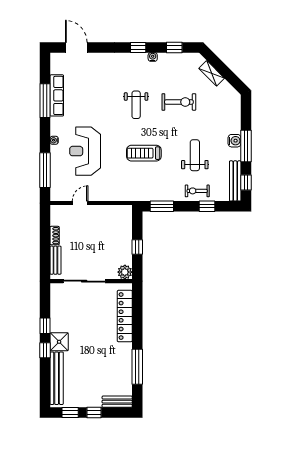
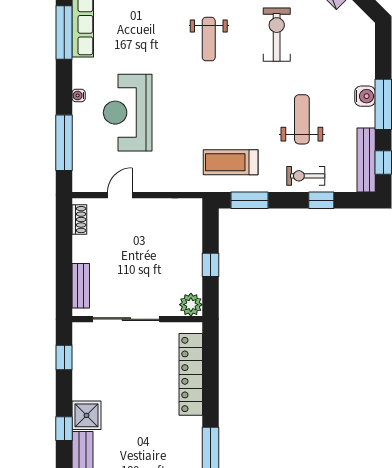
exercise bike: (179, 102) -> (277, 35), turned -90
treadmill: (144, 153) -> (231, 162), moved
shoe rack: (55, 236) -> (79, 220), moved
window: (45, 326) -> (64, 357), moved

